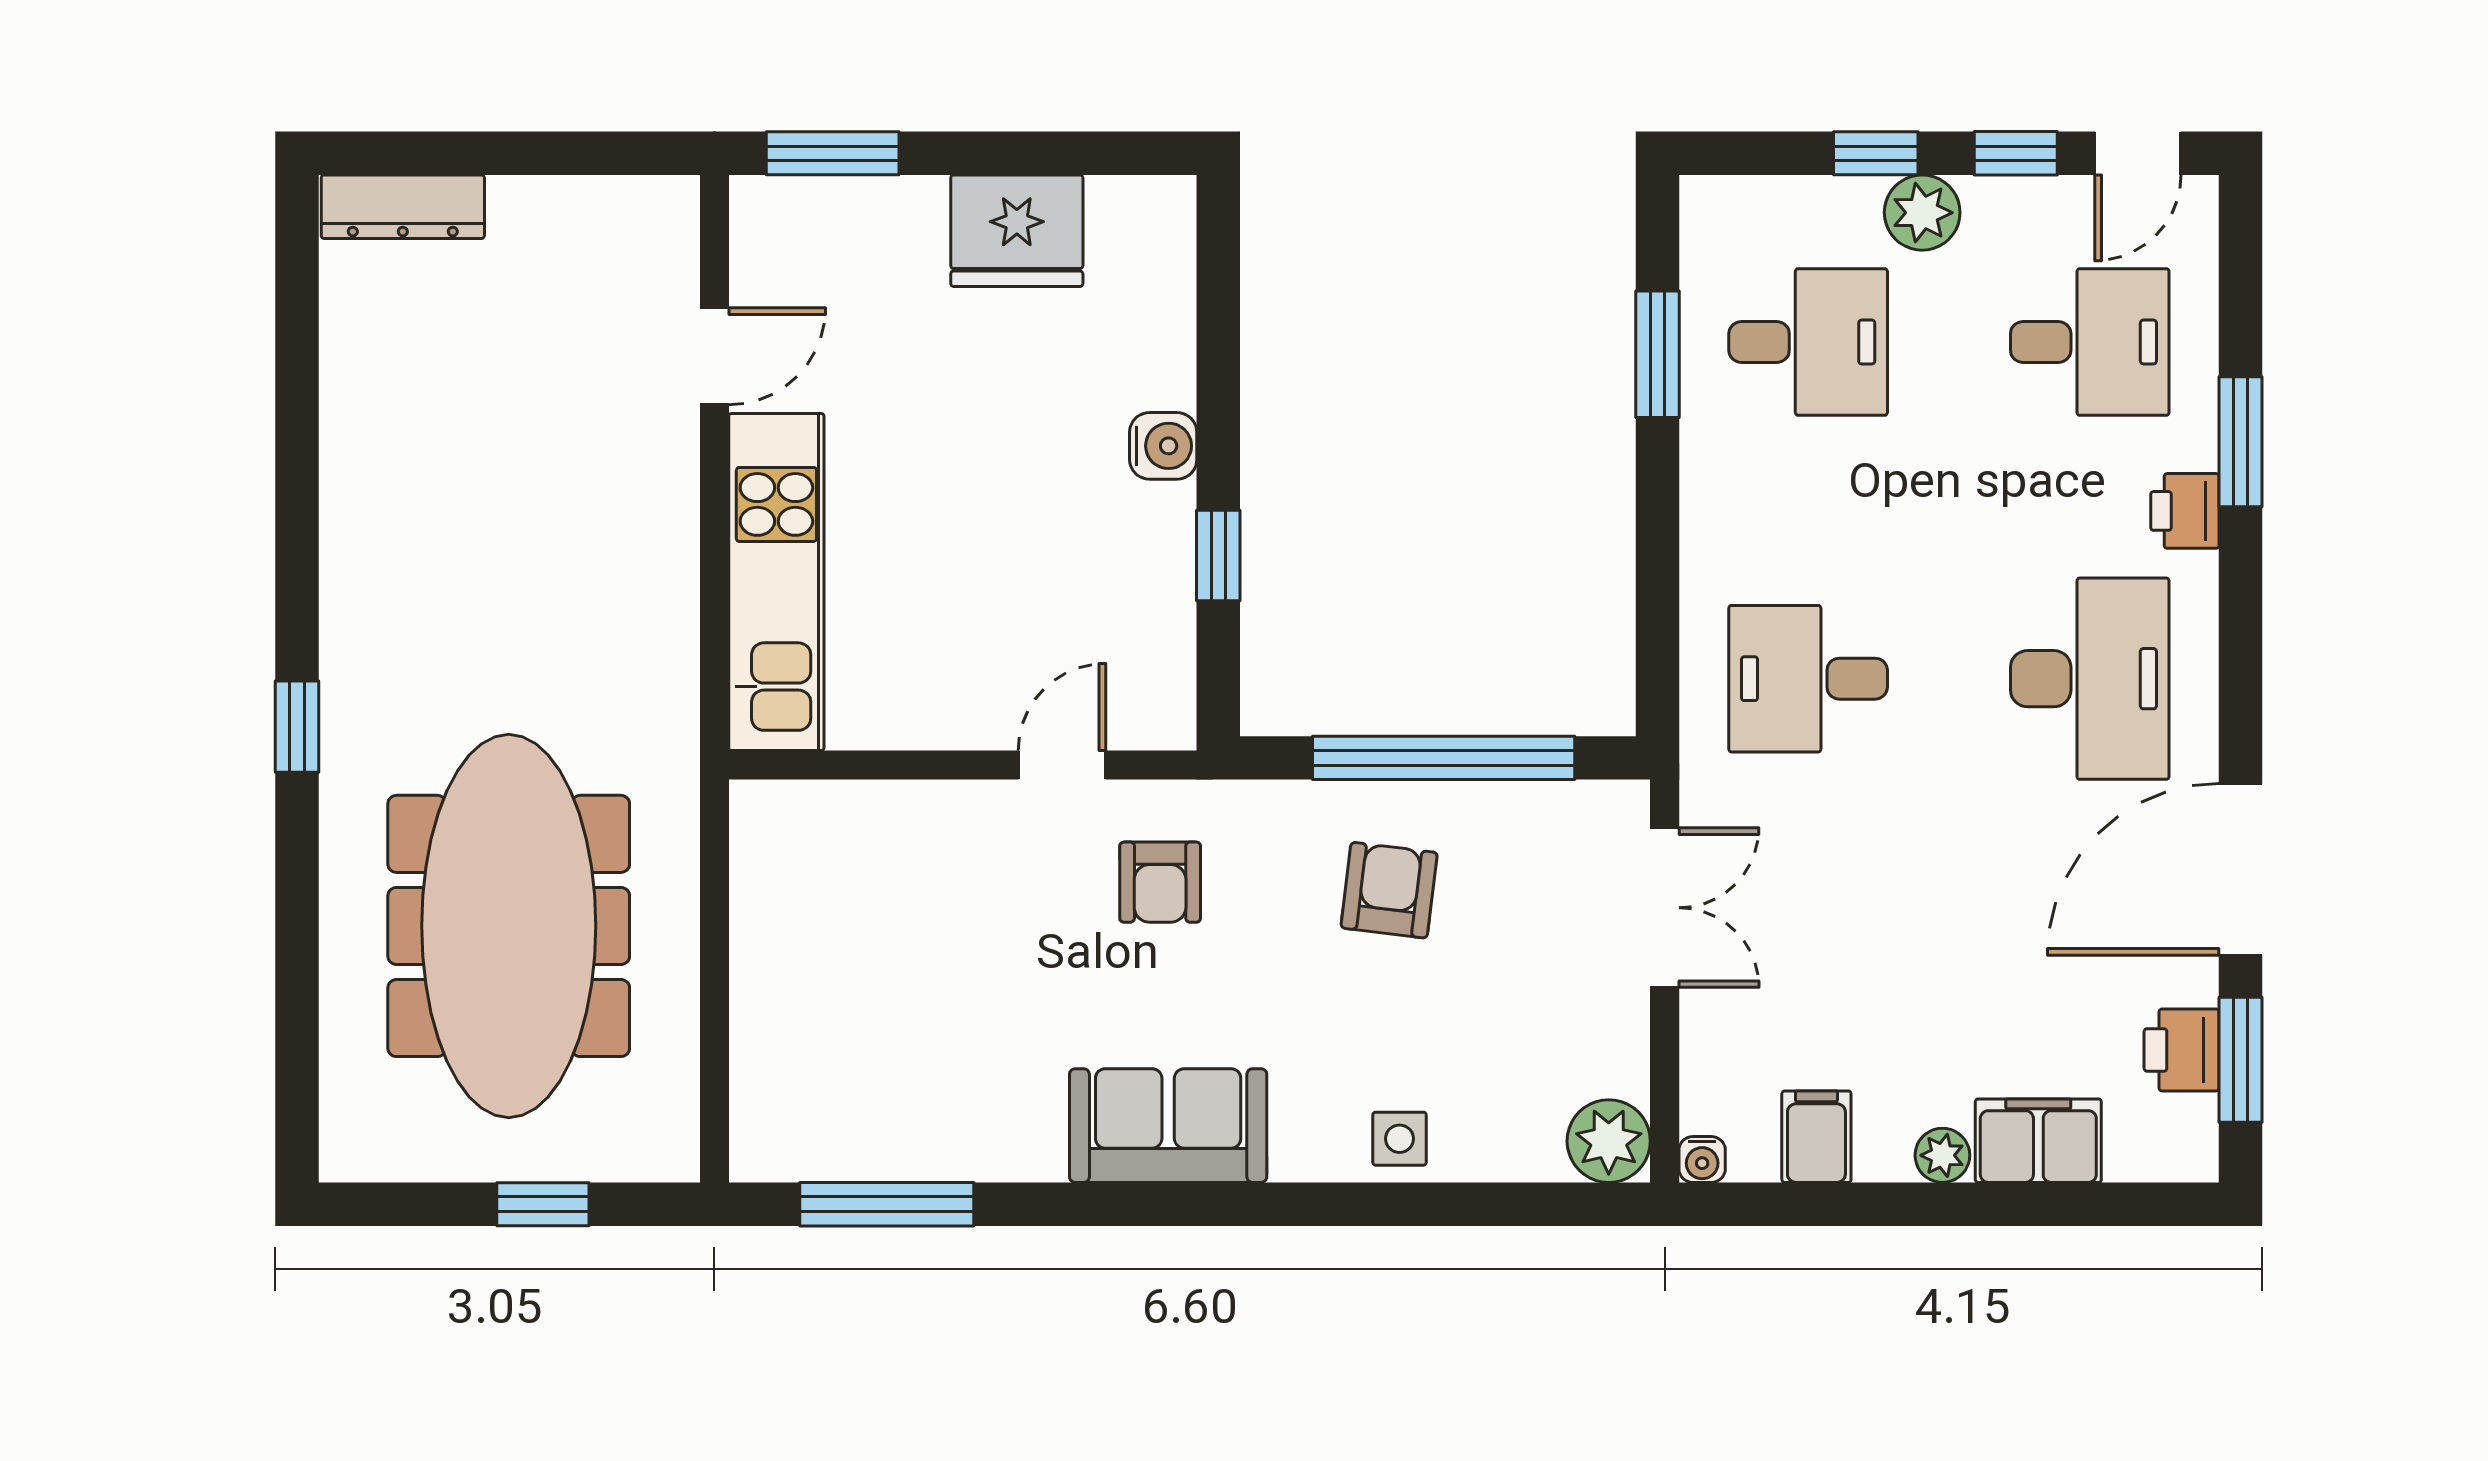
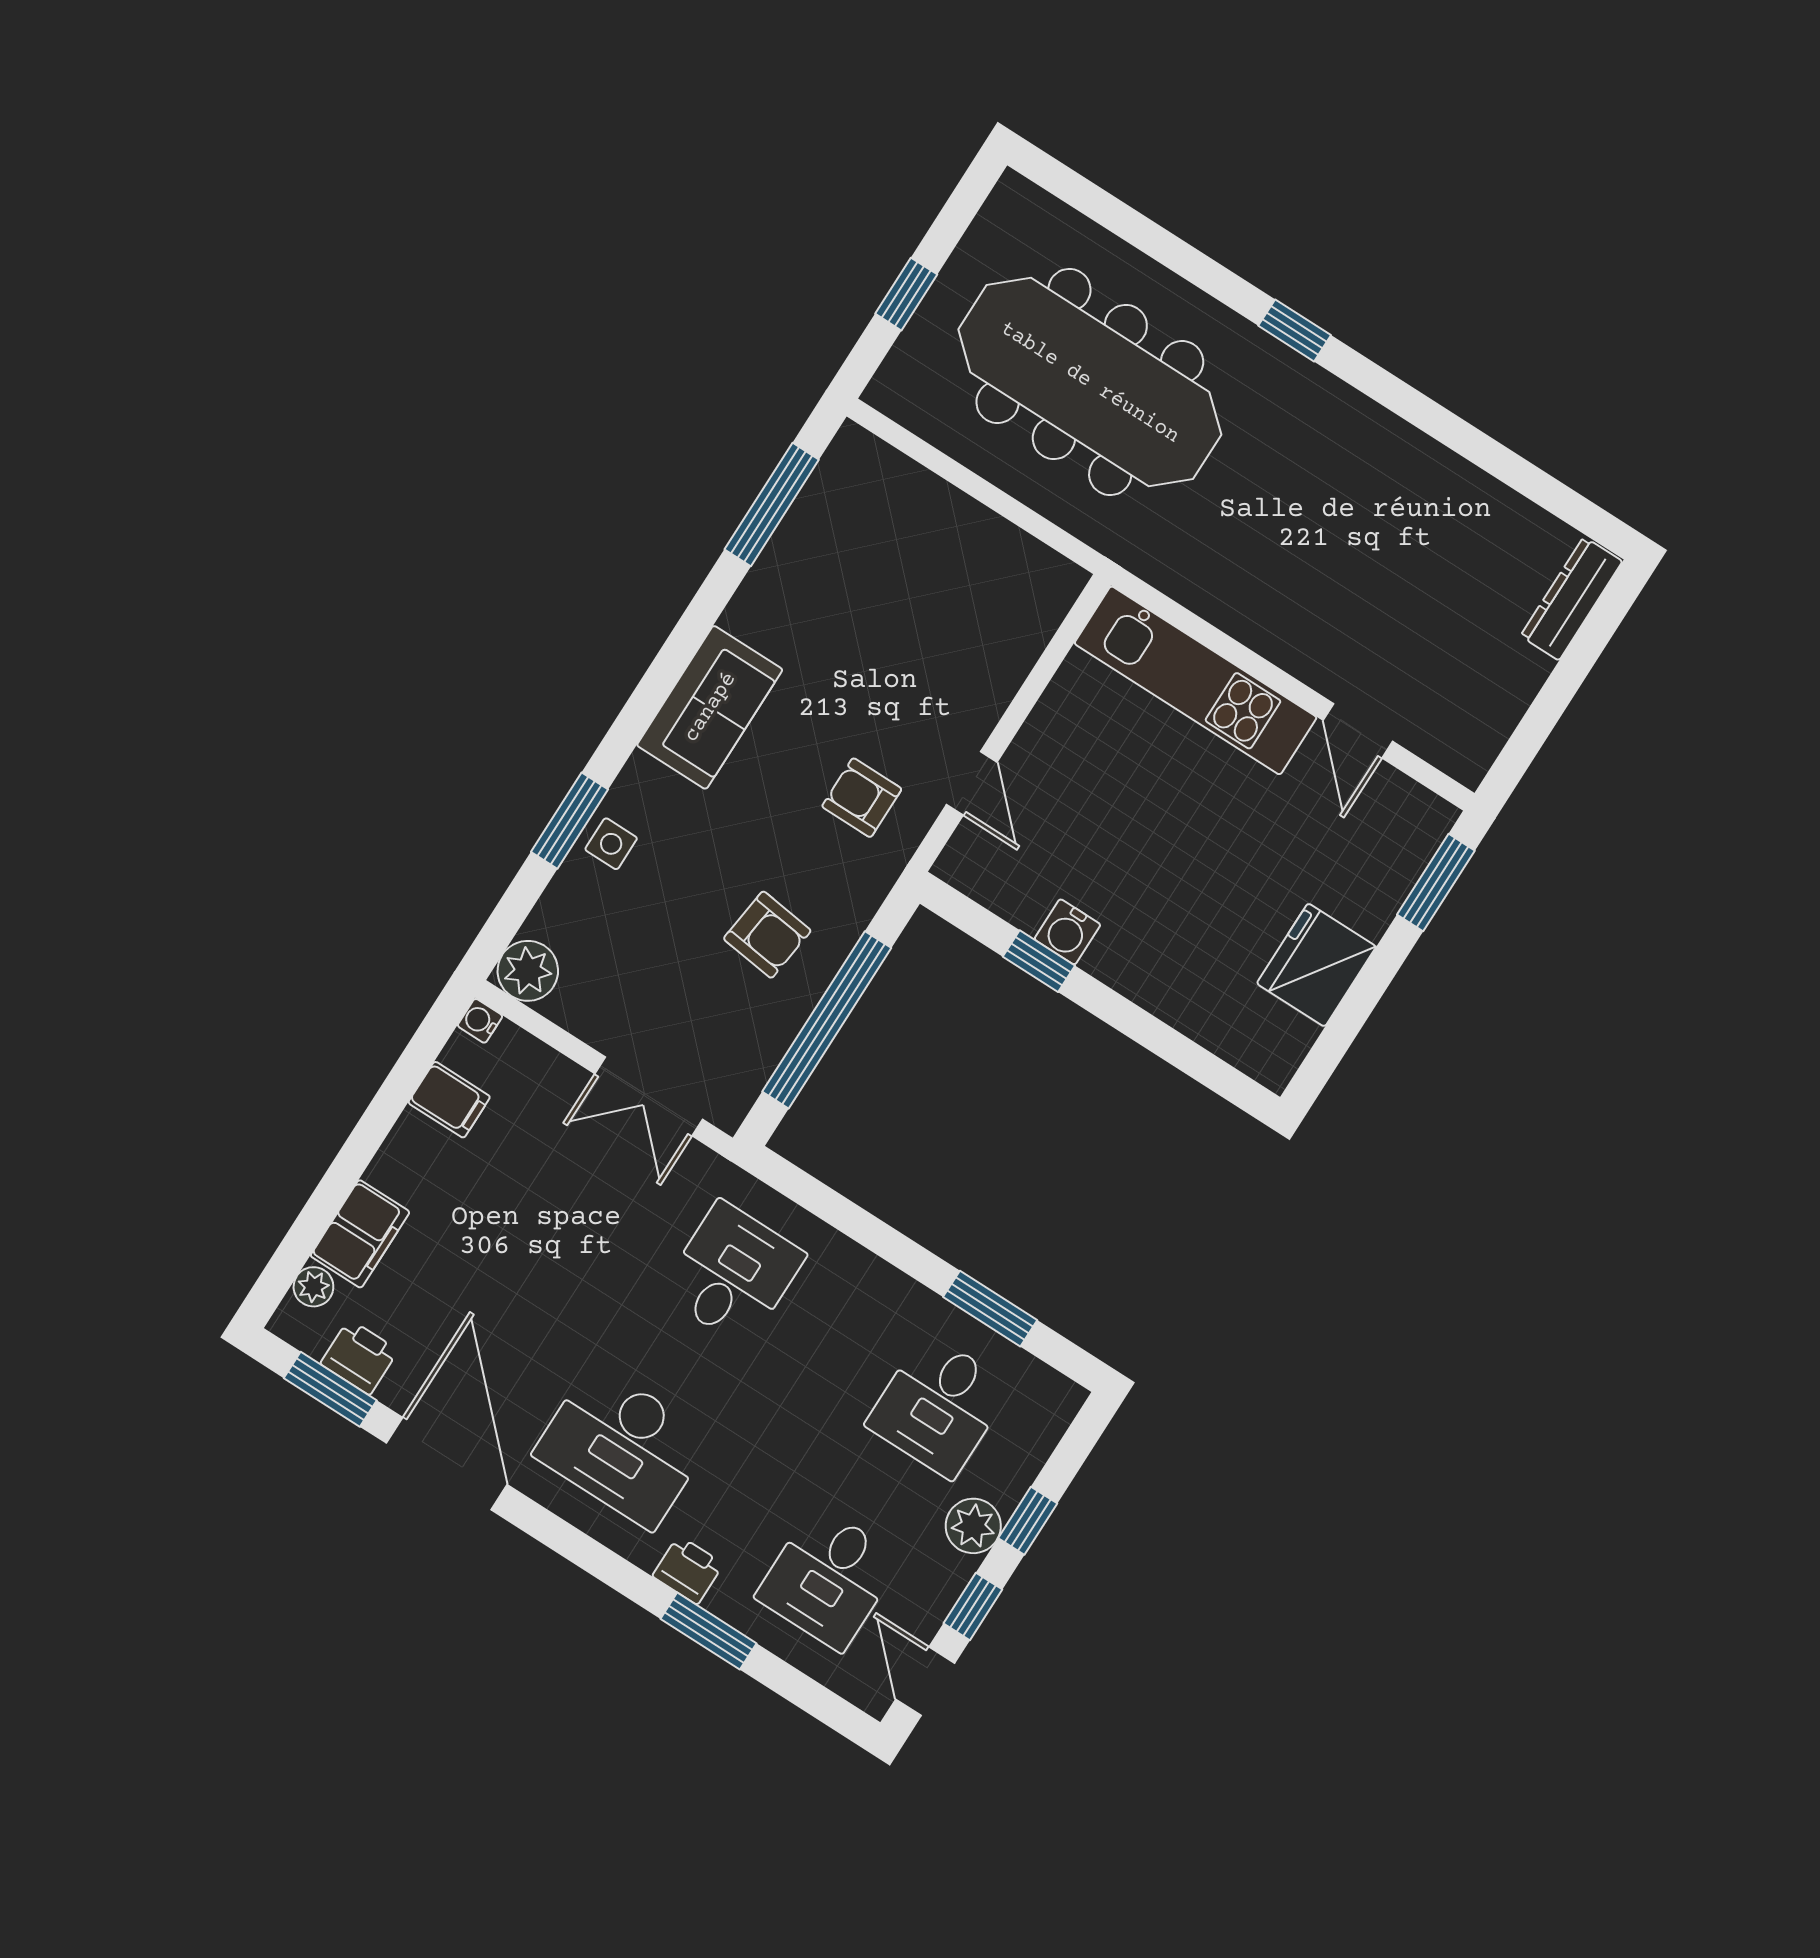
water cooler: (1163, 446) -> (1067, 932), moved
plant: (1942, 1155) -> (313, 1287), moved
window: (1404, 1204) -> (569, 821), added

